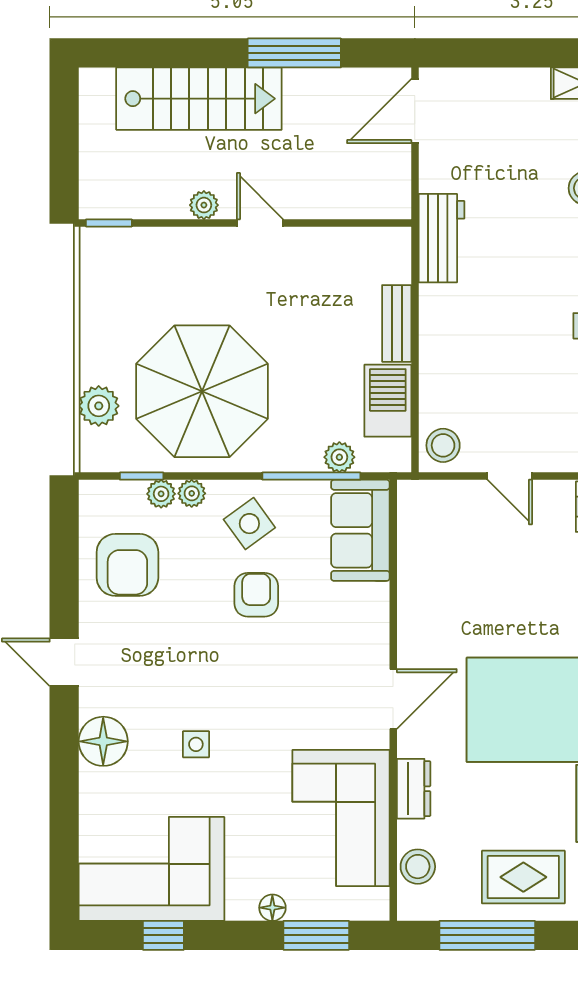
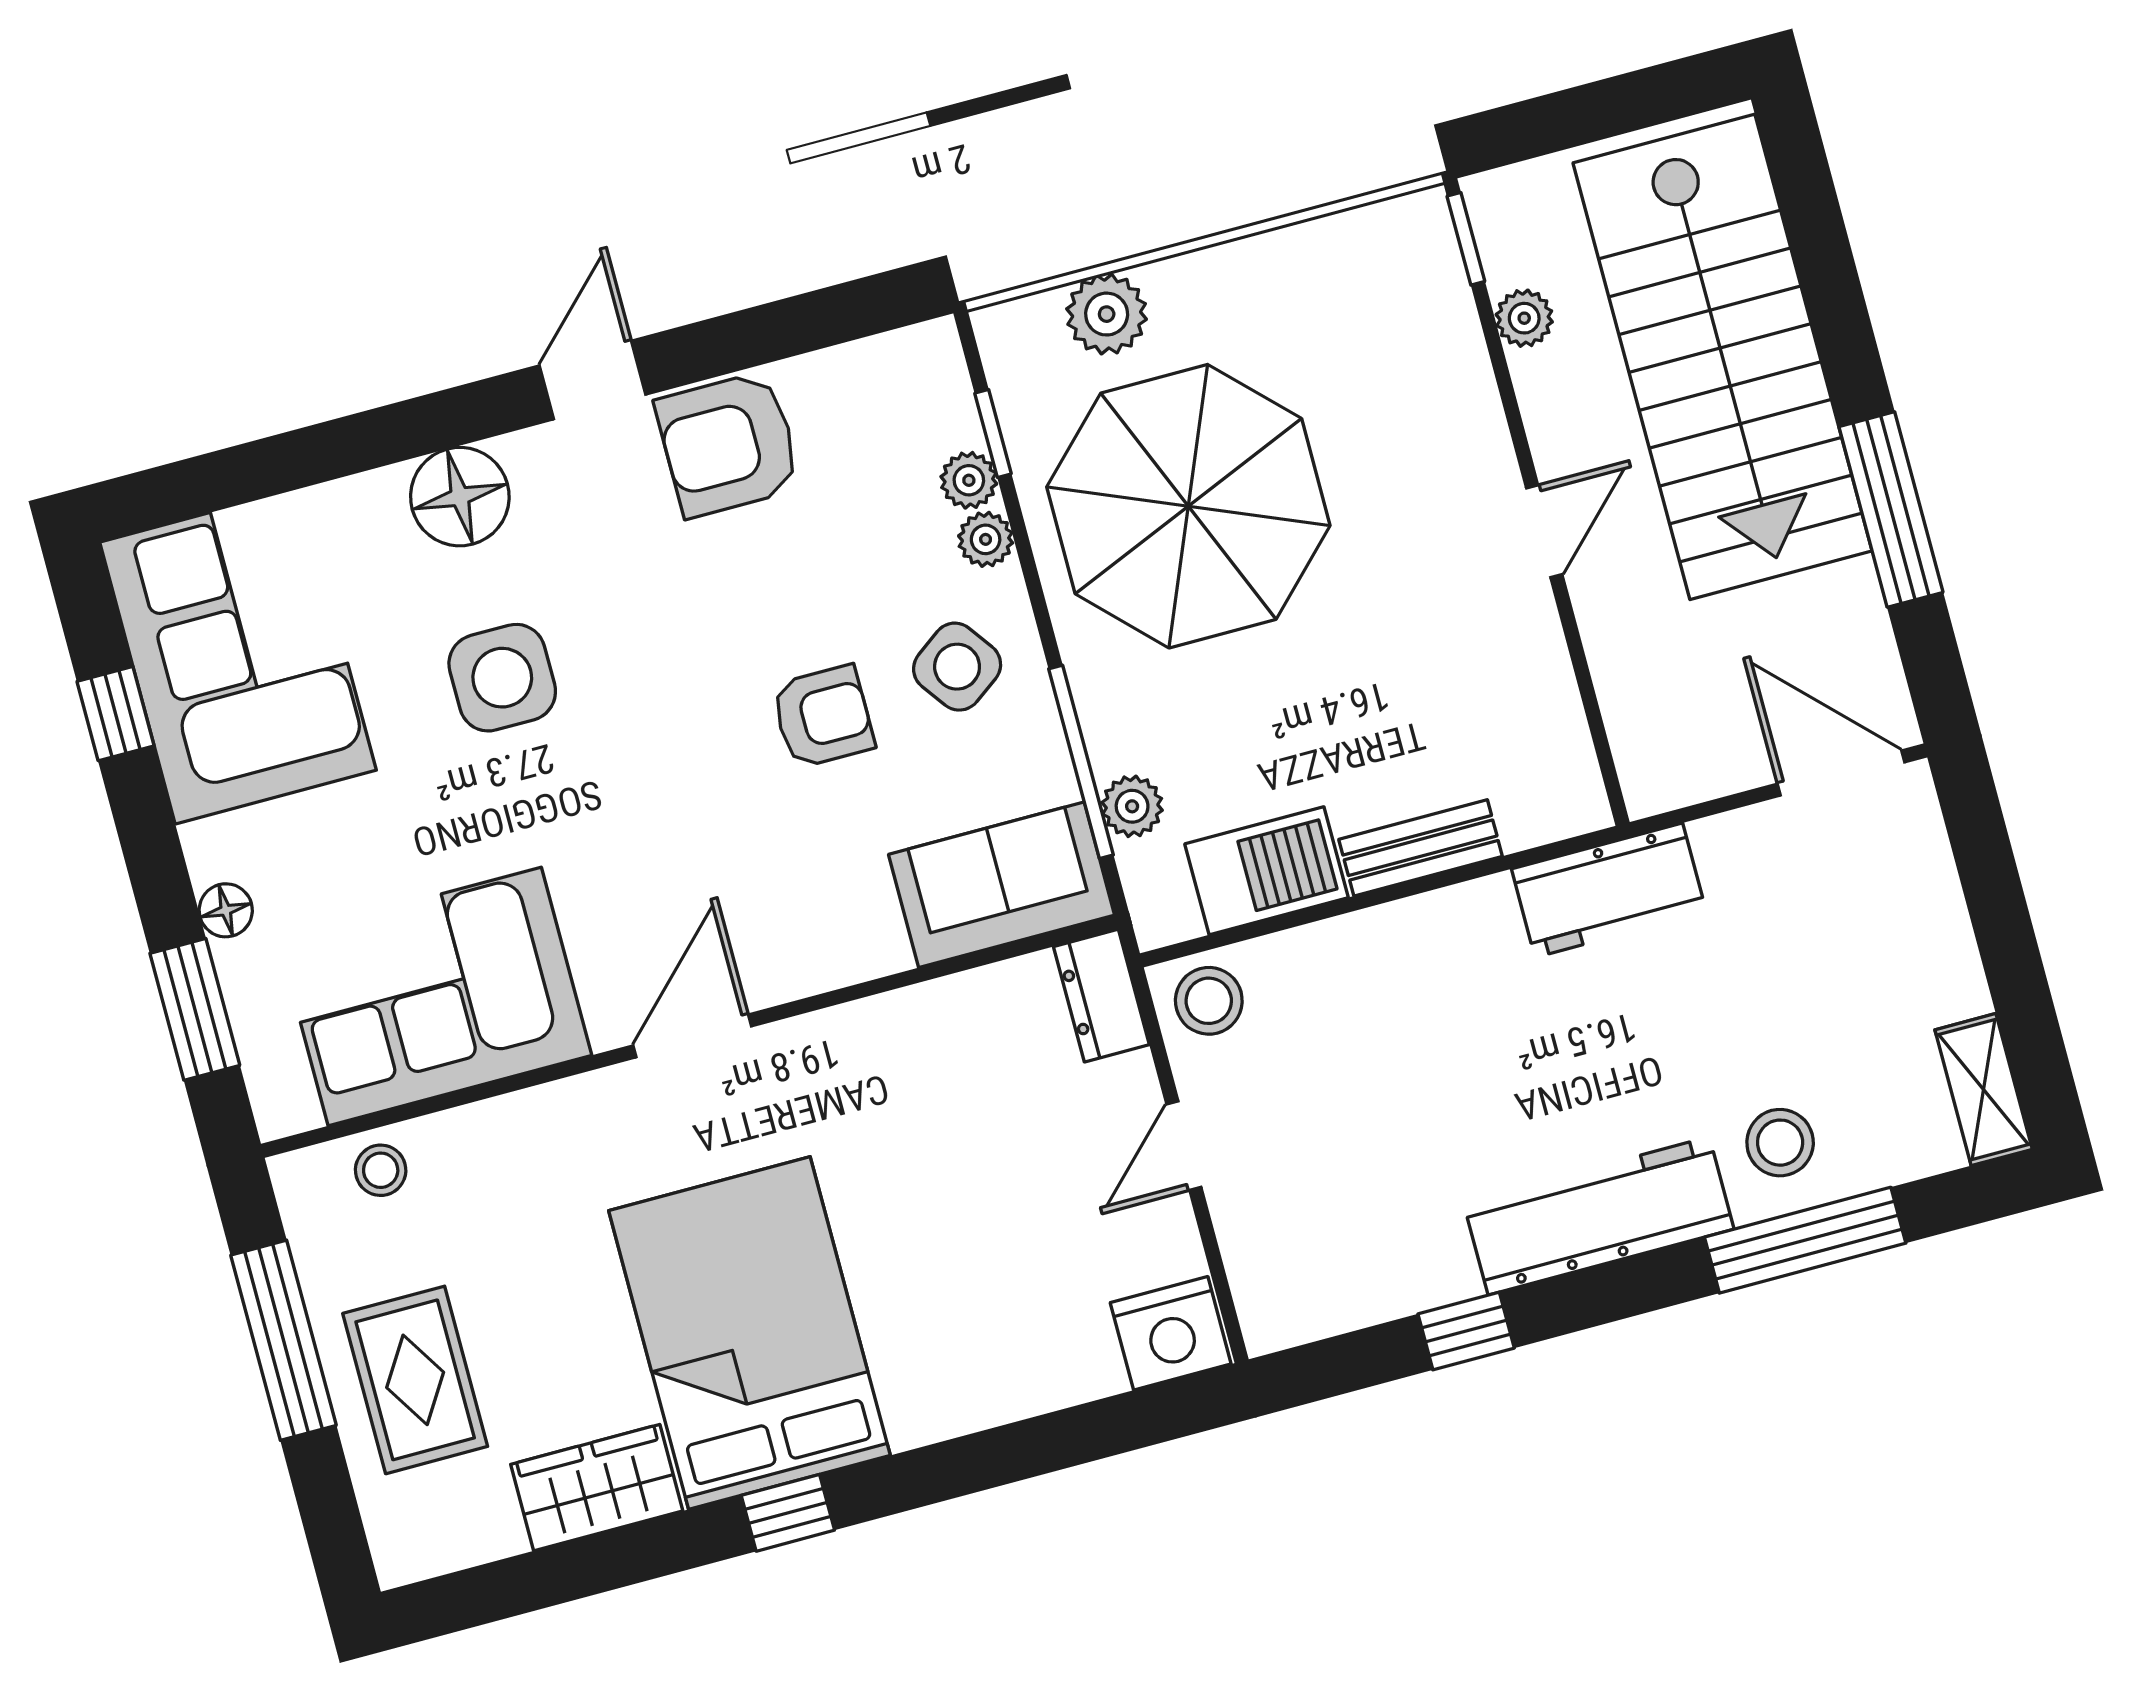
stairs: (199, 99) -> (1722, 357), width x1.36, depth x1.51
plant: (204, 205) -> (1524, 318), moved
armchair: (127, 565) -> (728, 444), moved
door: (393, 699) -> (692, 1036), swing flipped
side table: (196, 744) -> (502, 678), width x1.87, depth x1.87
dresser: (414, 789) -> (1101, 996), moved, turned 90
stool: (418, 867) -> (381, 1170), width x0.73, depth x0.73

